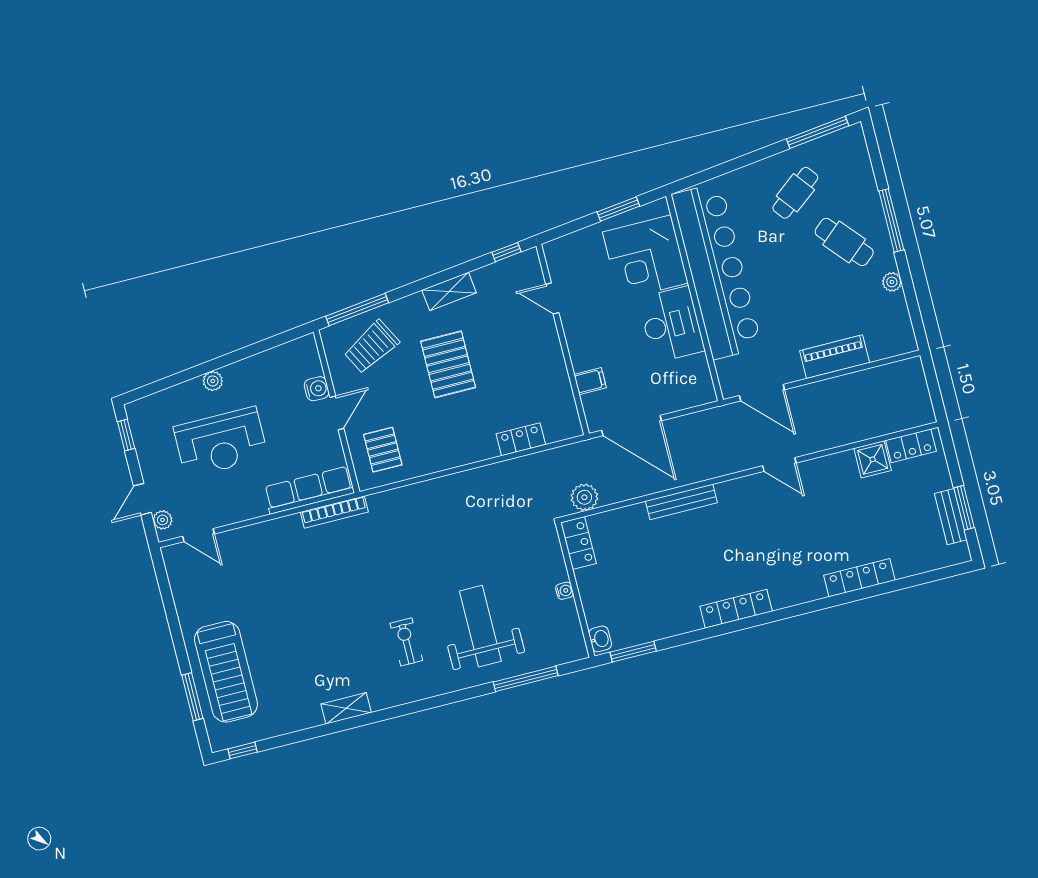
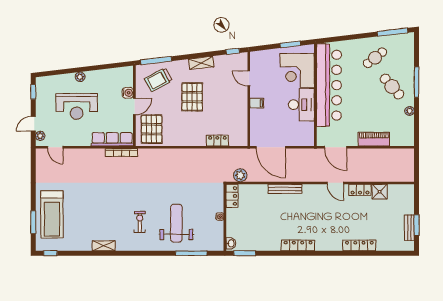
filing cabinet: (590, 381) -> (257, 103), moved
locker: (911, 446) -> (360, 190), moved
pallet: (383, 450) -> (152, 129), width x1.50, depth x1.42

